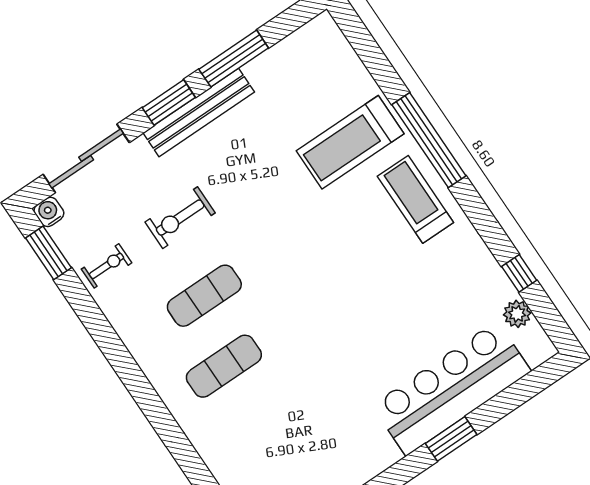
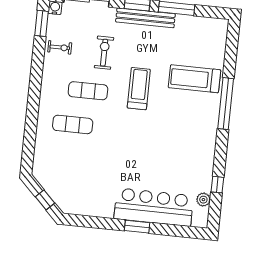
treadmill: (415, 199) -> (139, 89), moved
exercise bike: (180, 218) -> (104, 53), turned 90

